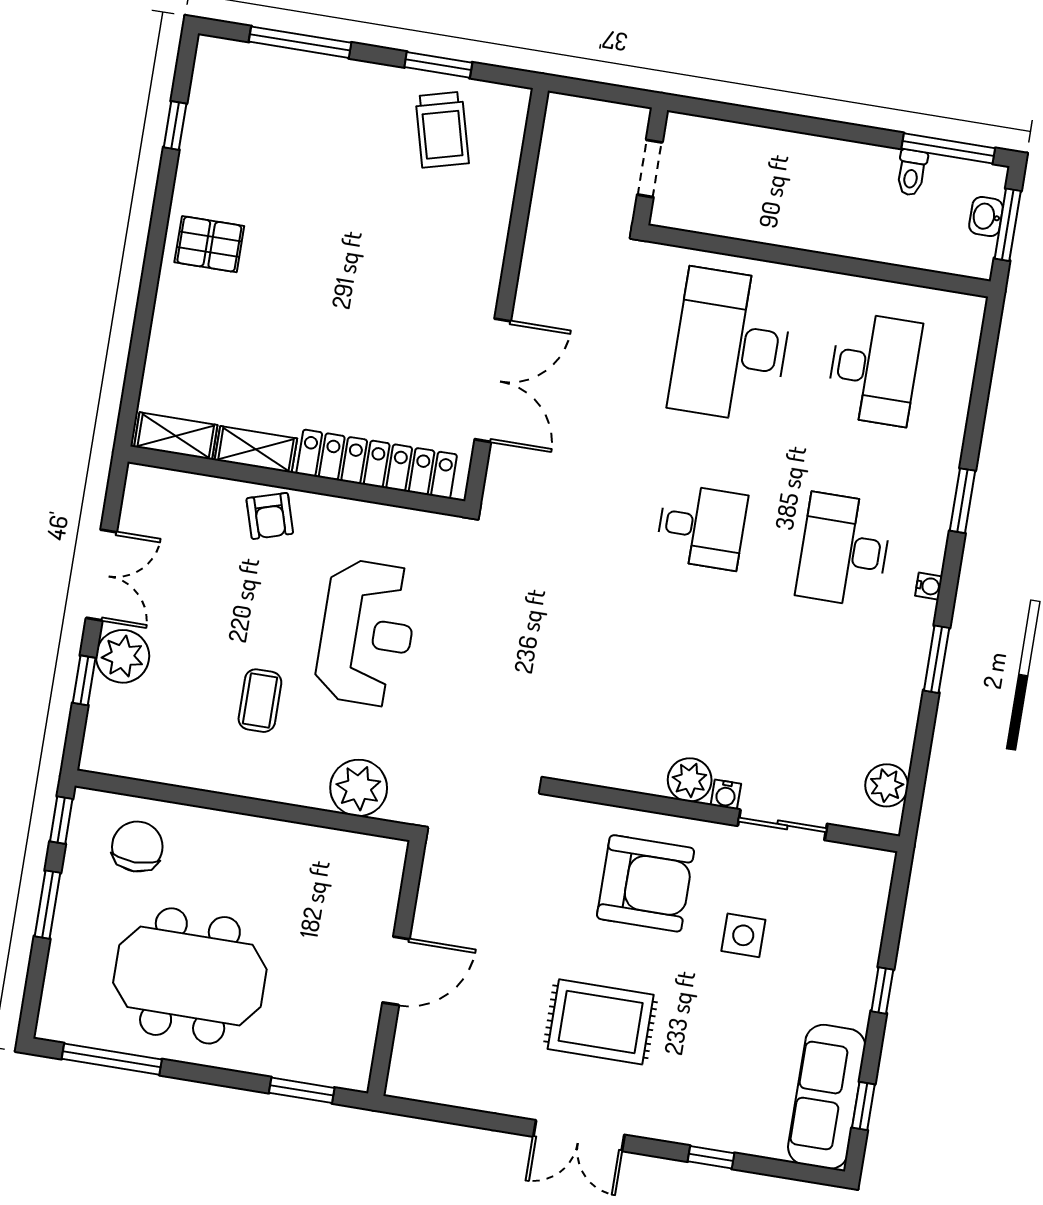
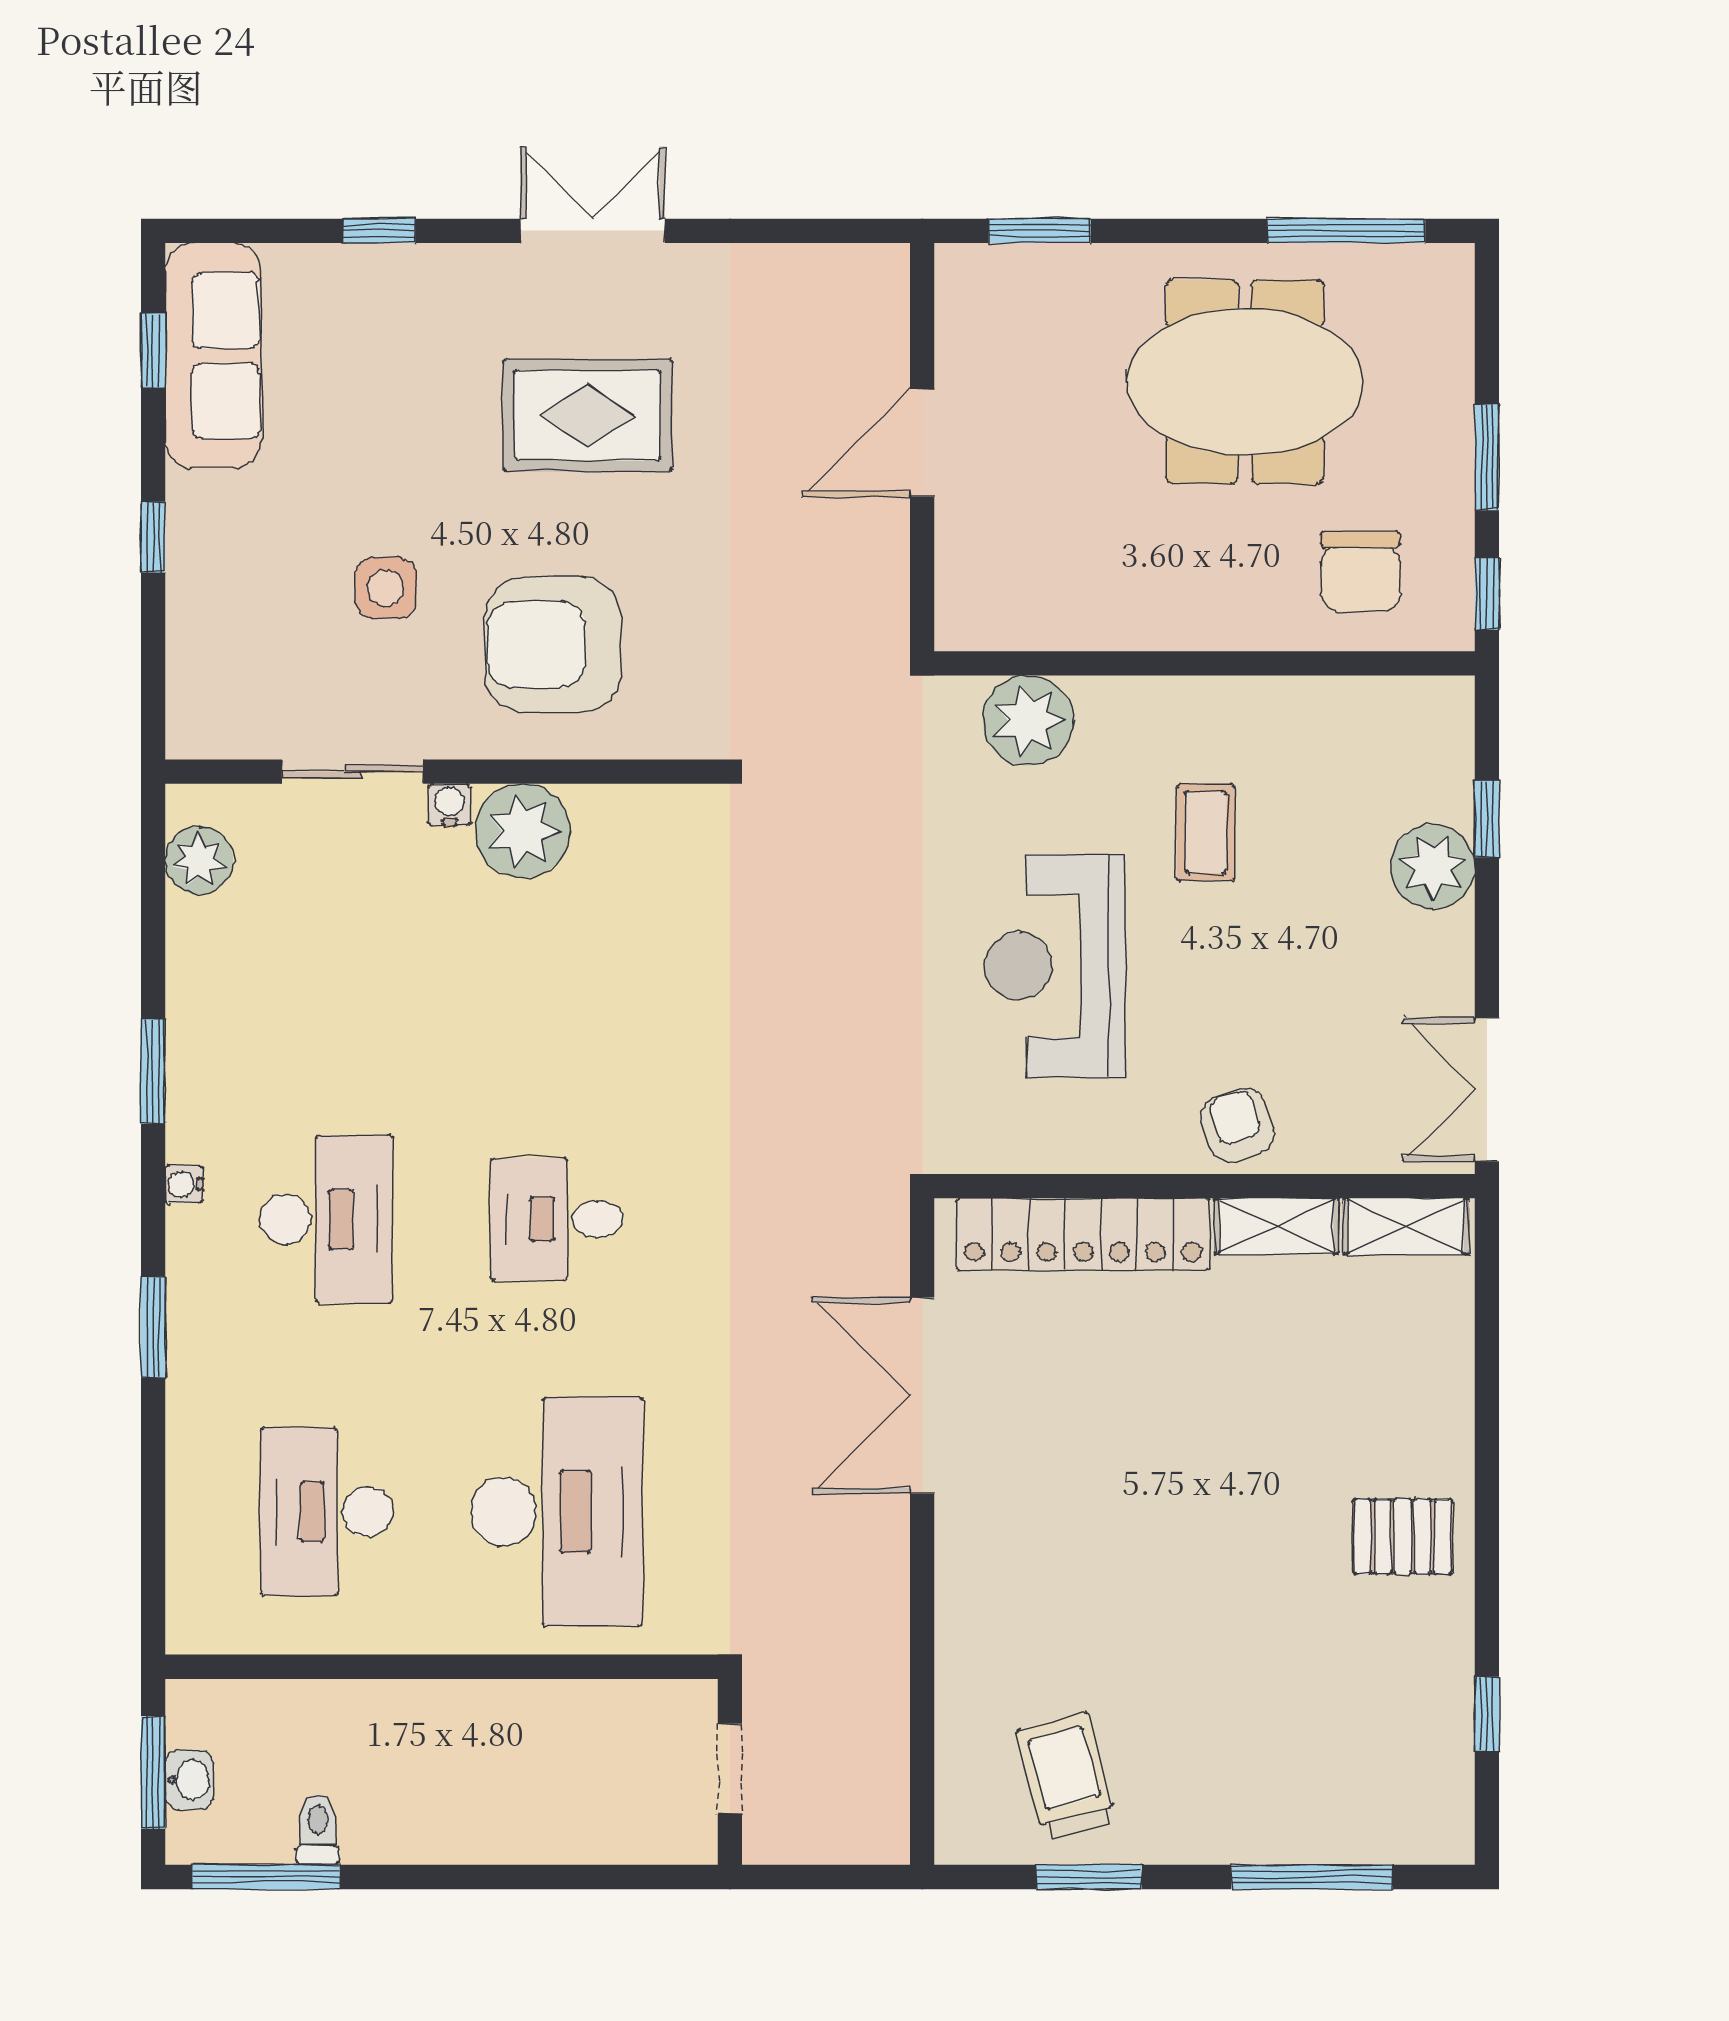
double door: (101, 575) -> (1487, 1089), moved
plant: (690, 780) -> (523, 831), width x1.36, depth x1.36

